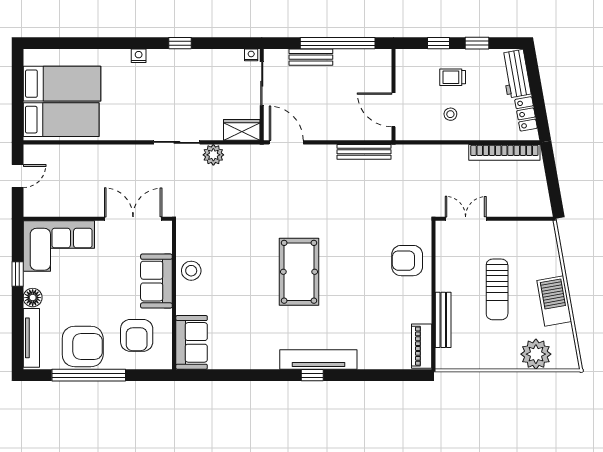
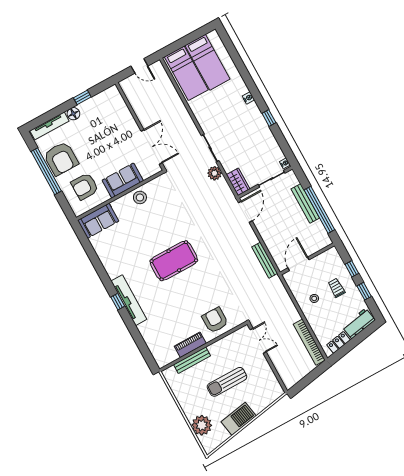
bench: (311, 57) -> (305, 204), width x1.36
corner sofa: (59, 246) -> (112, 112), removed
piano: (422, 346) -> (190, 345), moved

